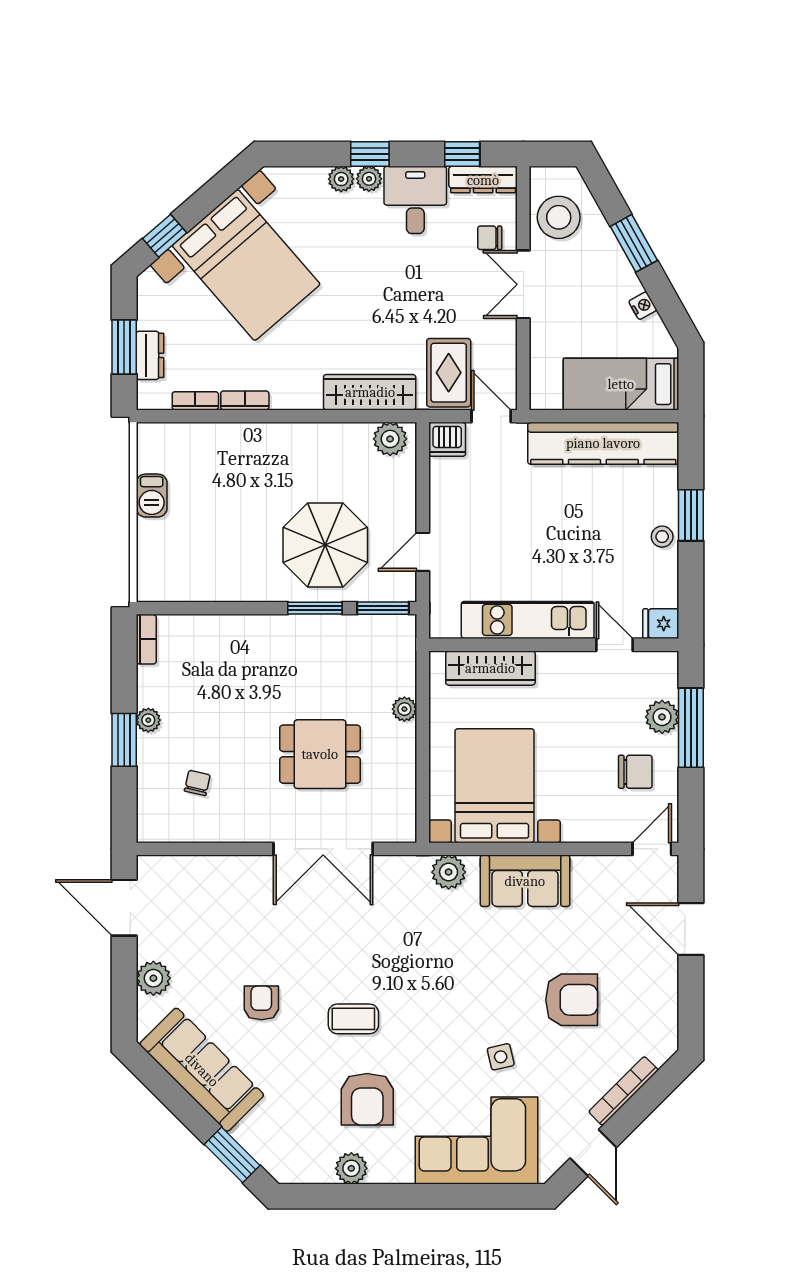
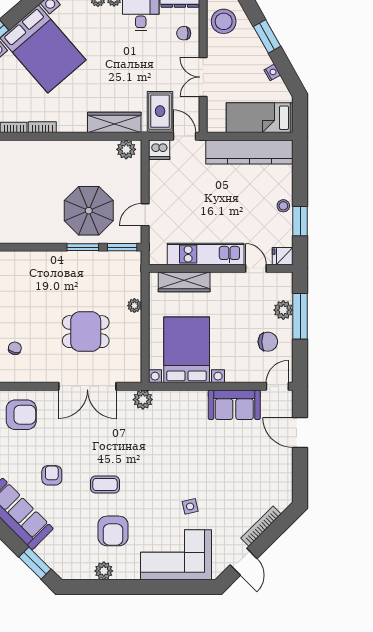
double door: (523, 284) -> (203, 77), moved
window: (691, 515) -> (300, 221), moved
plant: (449, 872) -> (143, 400), moved
sofa: (525, 881) -> (234, 405), moved
armchair: (572, 1000) -> (21, 415), moved

